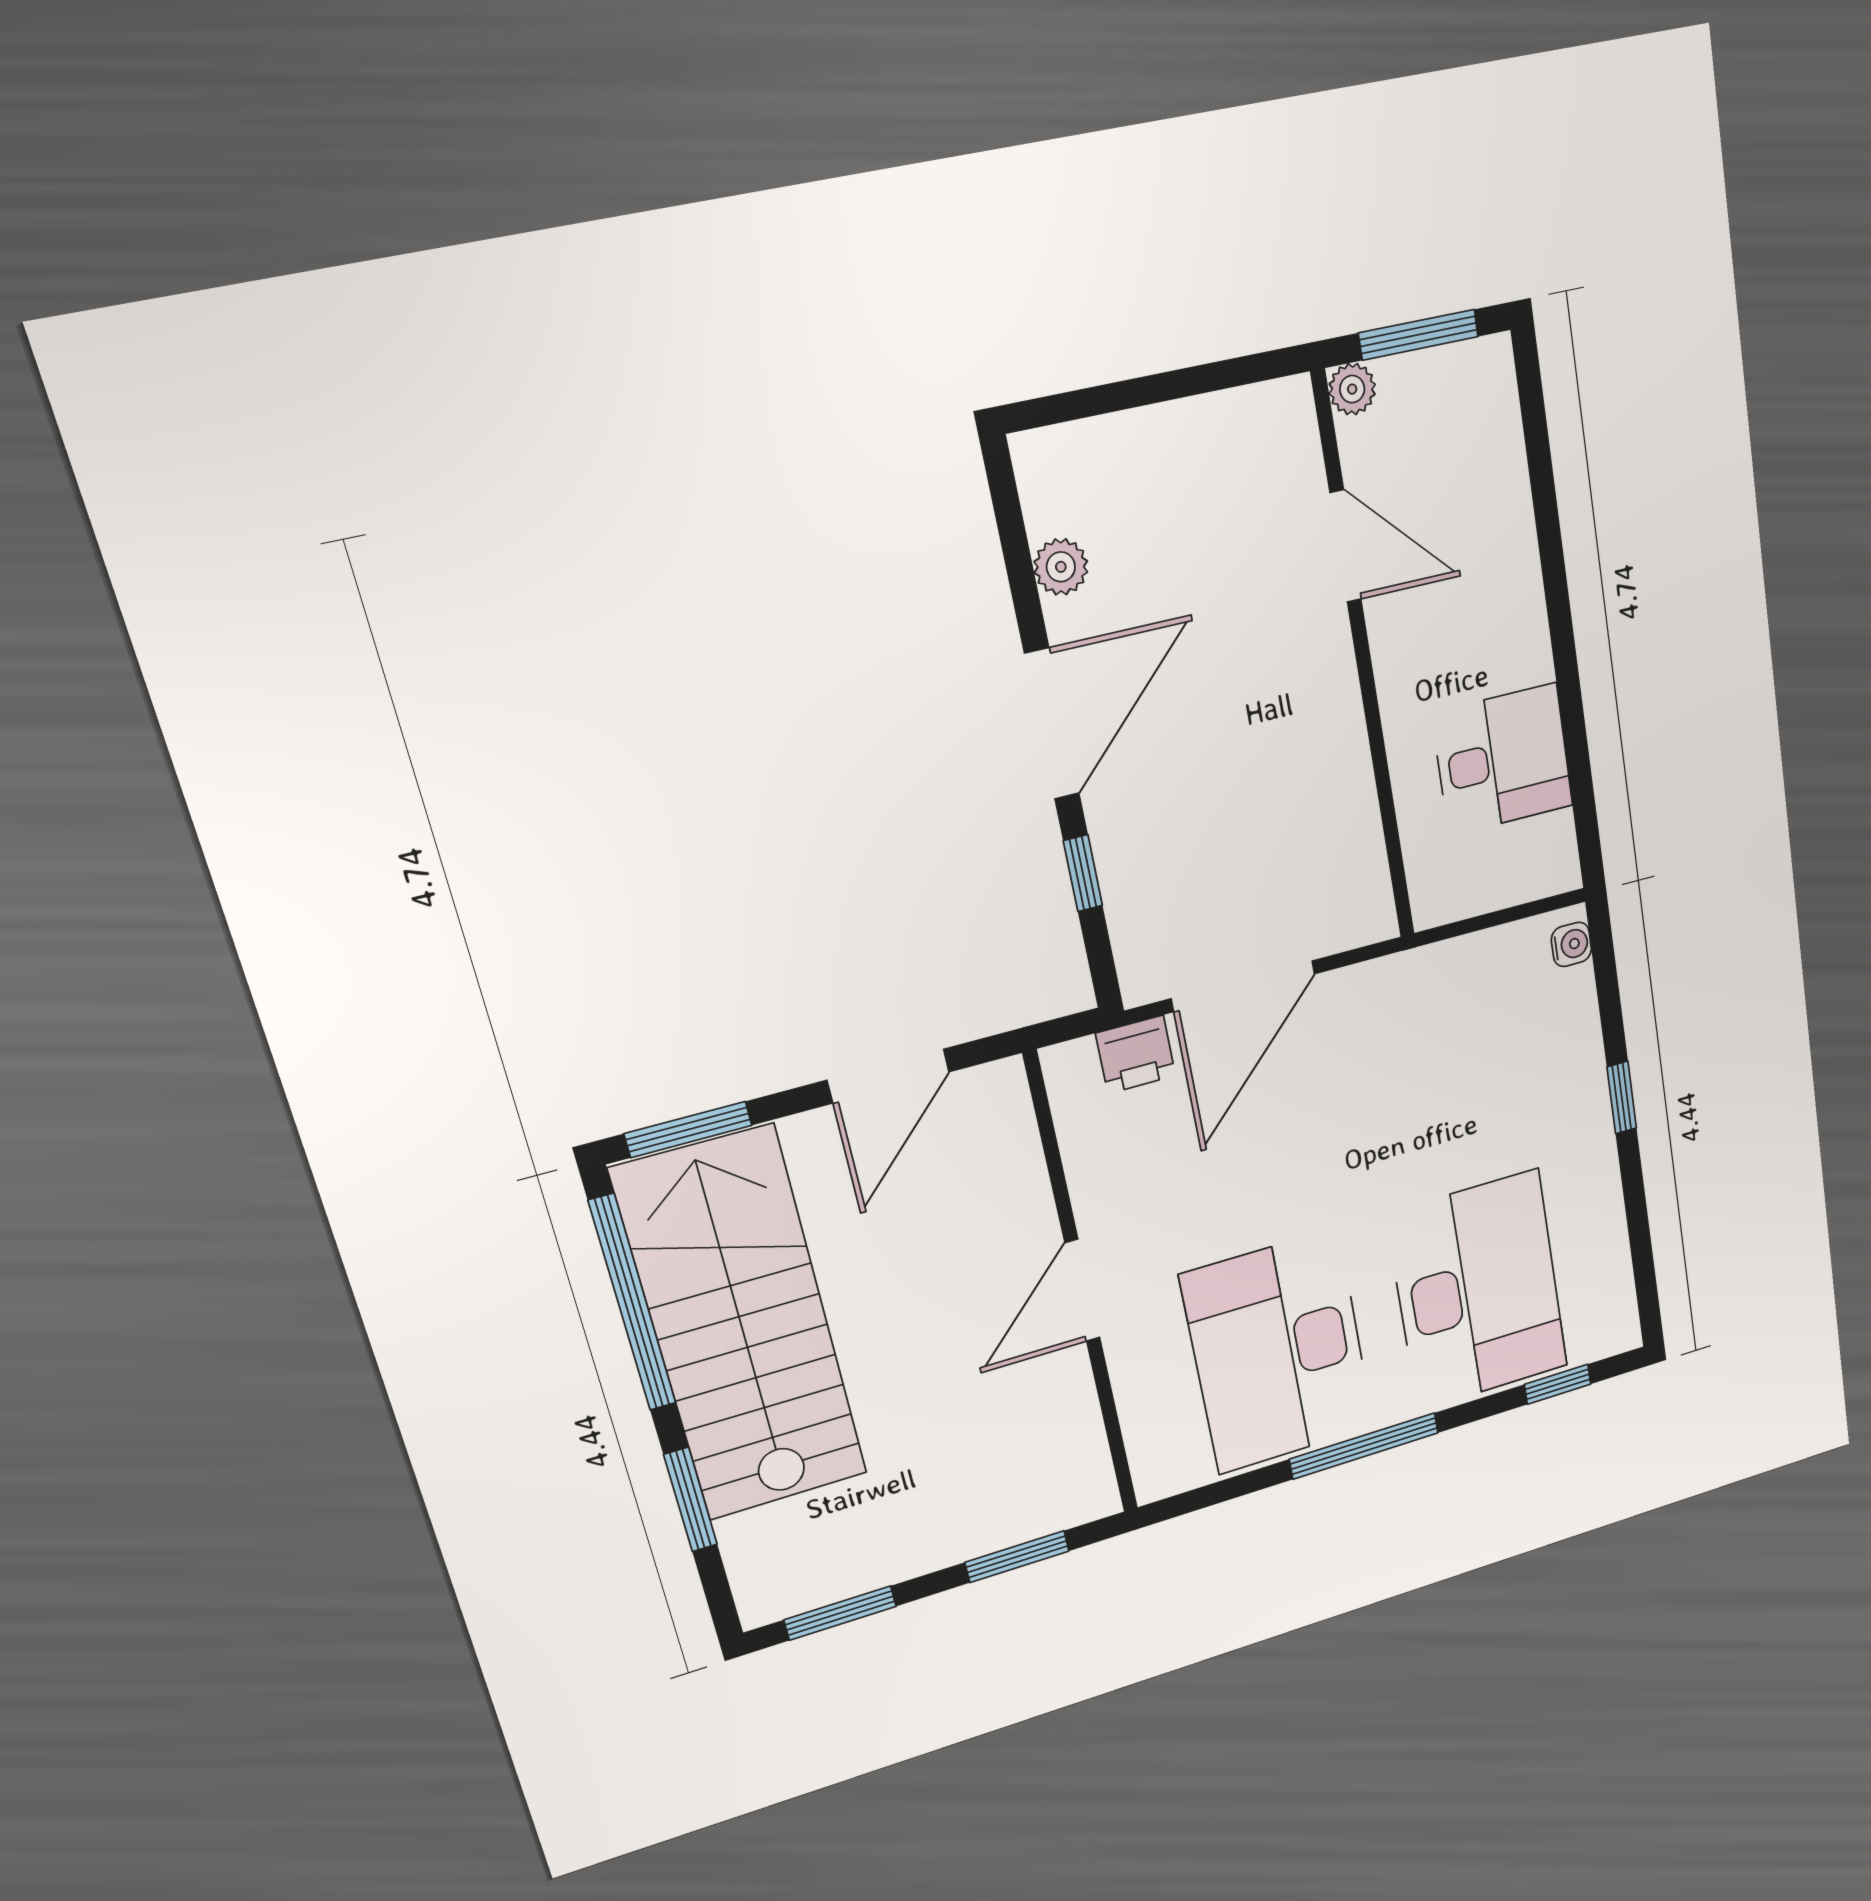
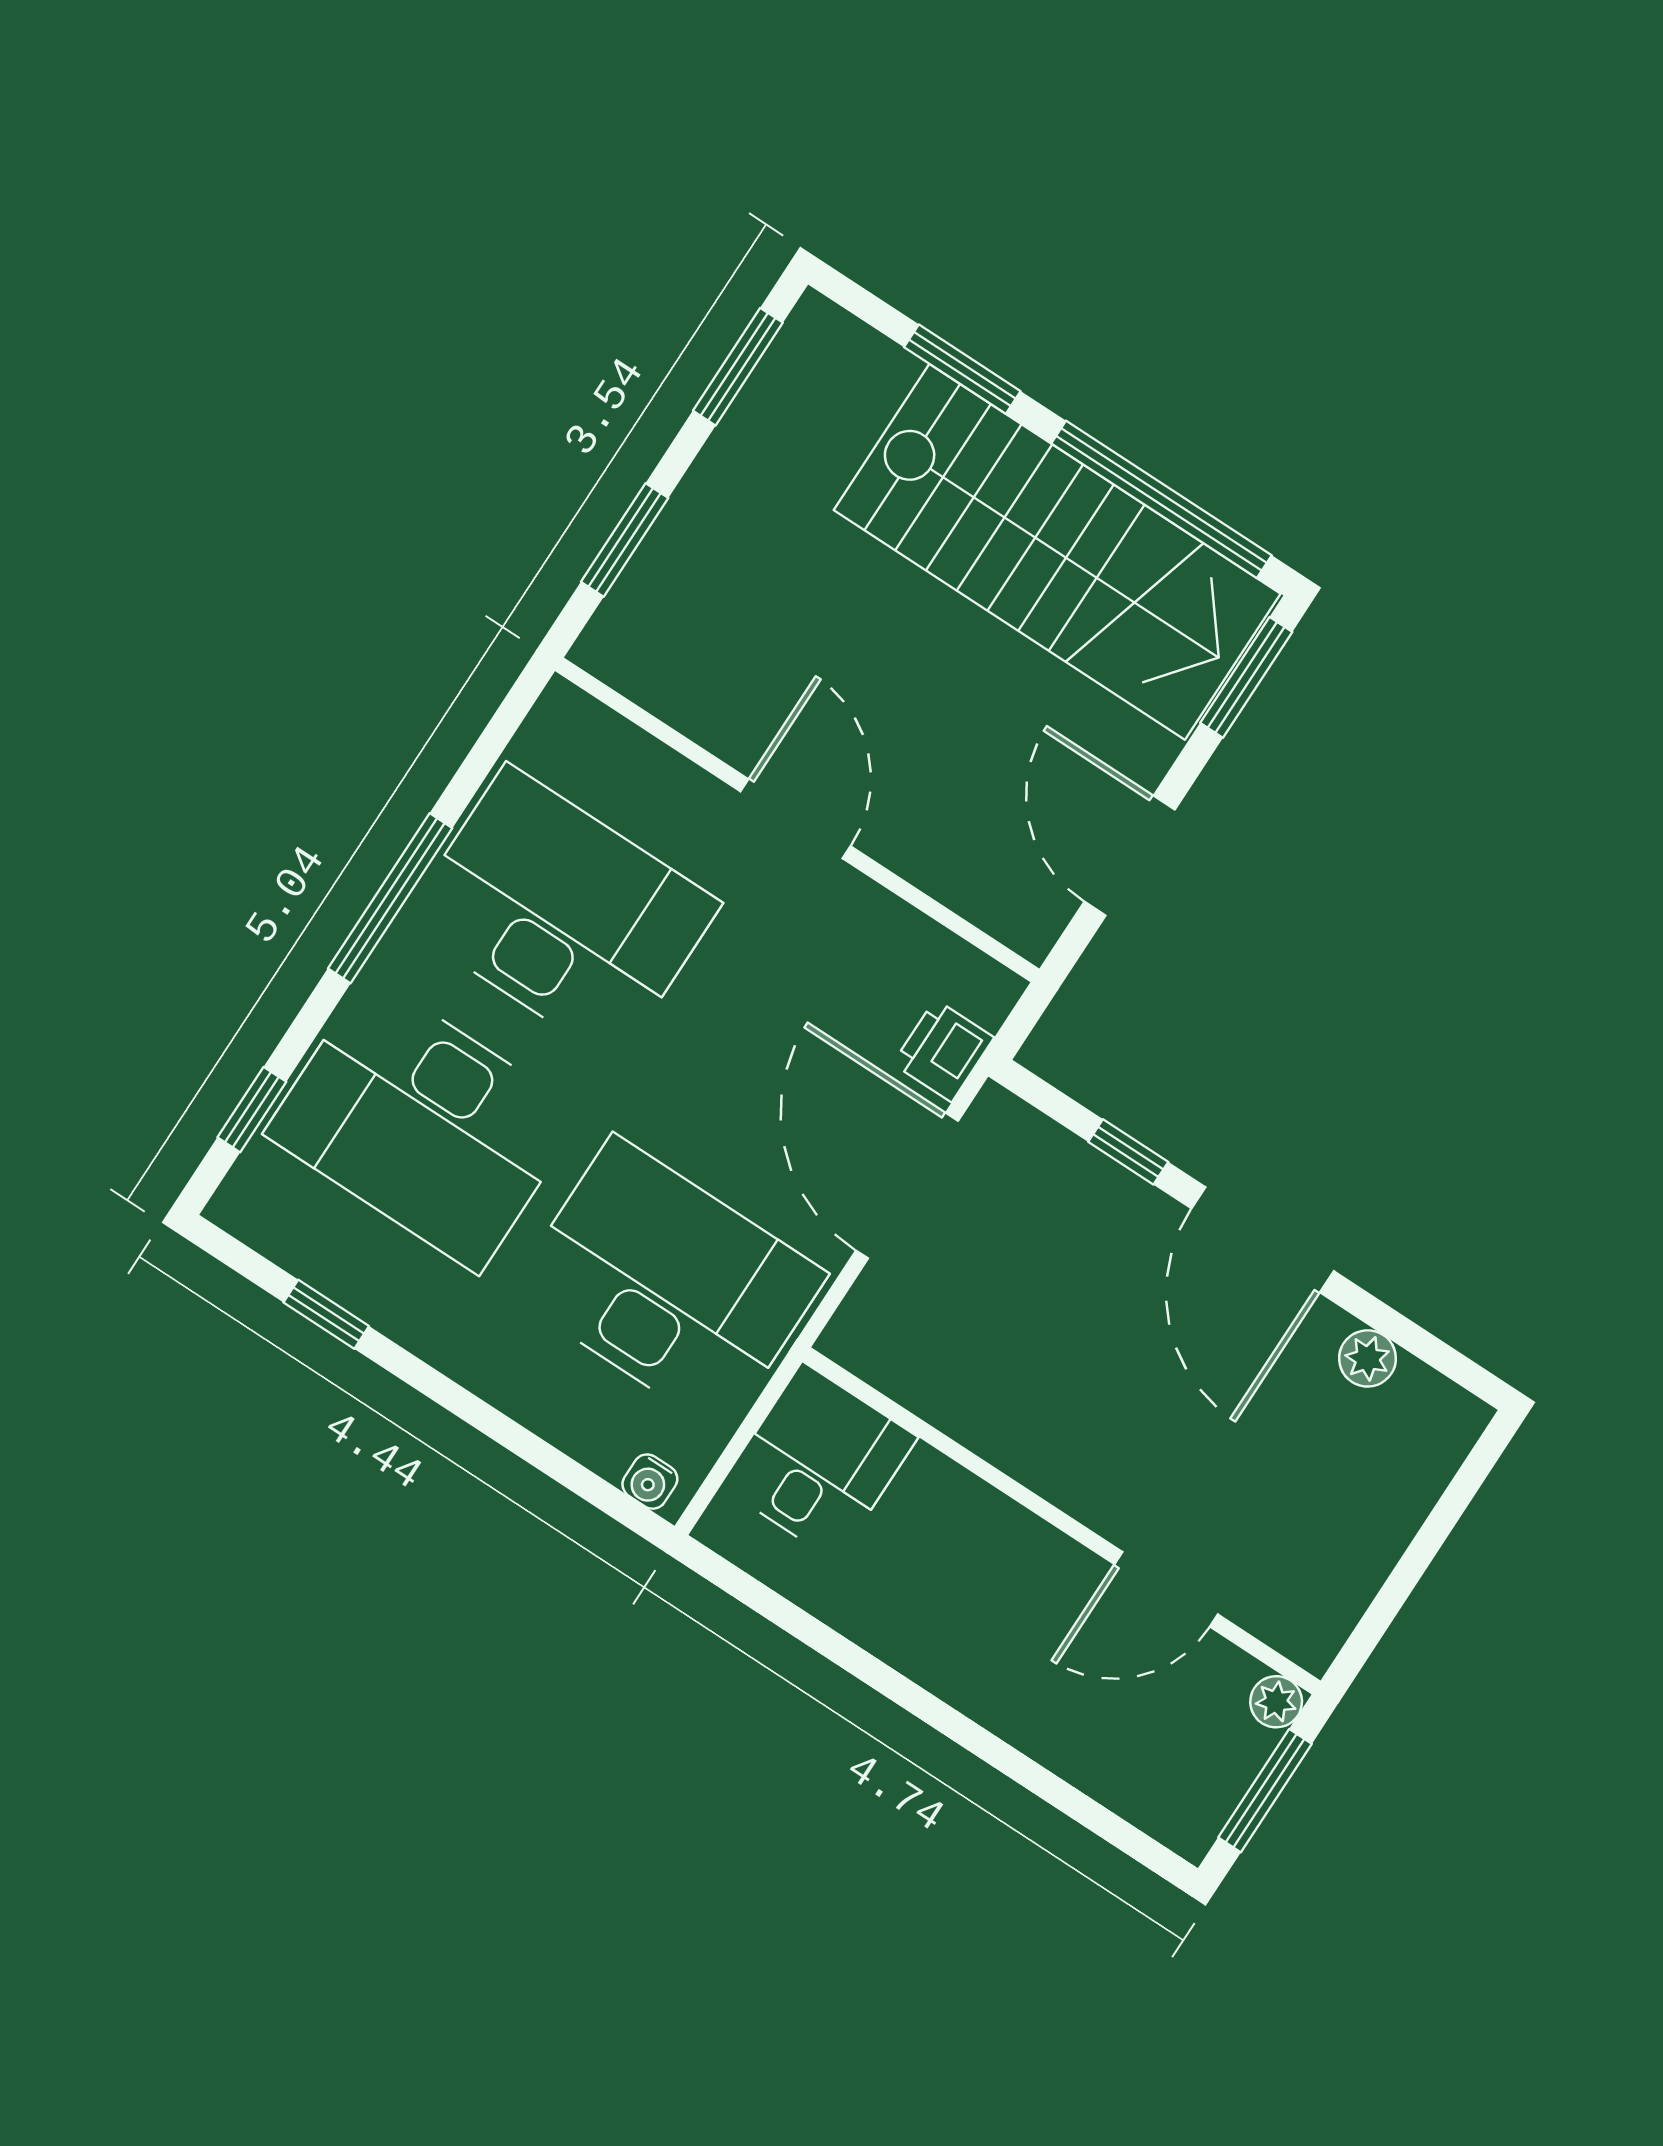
desk: (1503, 760) -> (819, 1462), moved, turned 180
desk: (1442, 1060) -> (668, 1284), added
window: (1622, 1098) -> (326, 1314), moved

